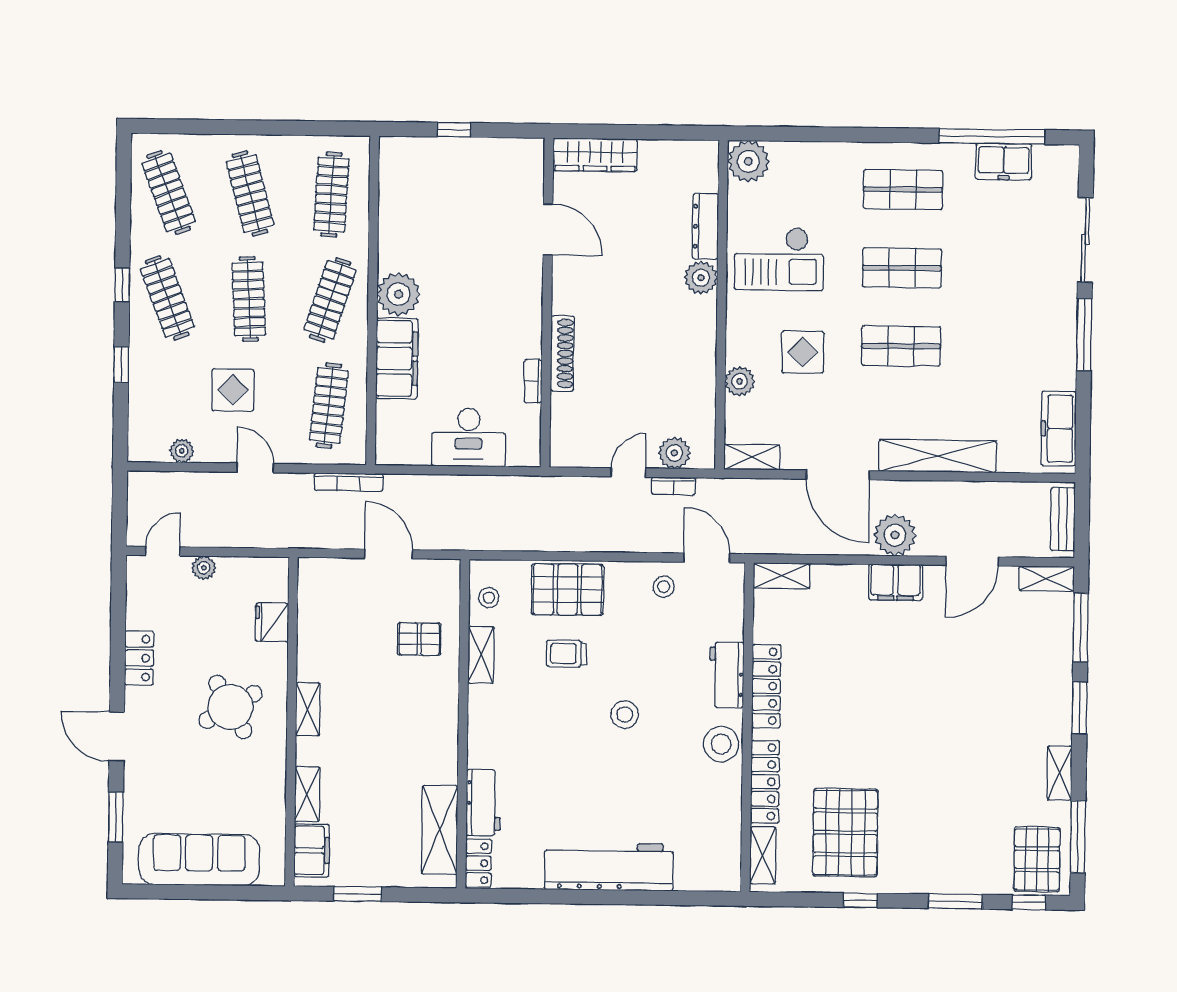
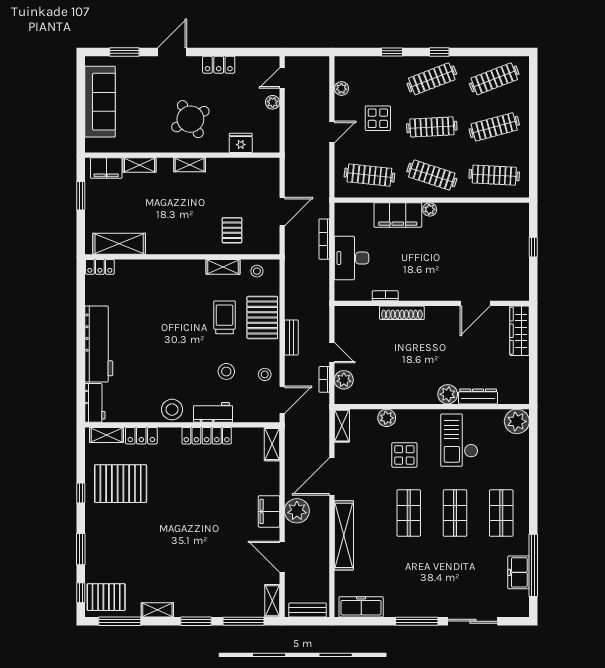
plant: (398, 294) -> (430, 209), width x0.53, depth x0.53
bookcase: (349, 482) -> (324, 239), moved
bench: (602, 541) -> (291, 337), added
door: (163, 551) -> (282, 78), swing flipped
trolley: (566, 653) -> (224, 317), width x1.36, depth x1.39
stool: (625, 715) -> (226, 371), moved
locker: (765, 782) -> (141, 436), width x0.66
workbench: (483, 803) -> (95, 403), moved, turned -90

